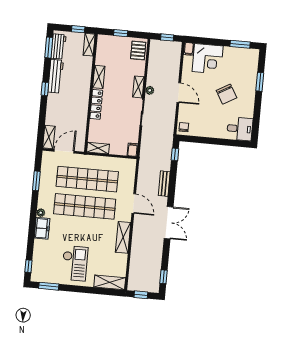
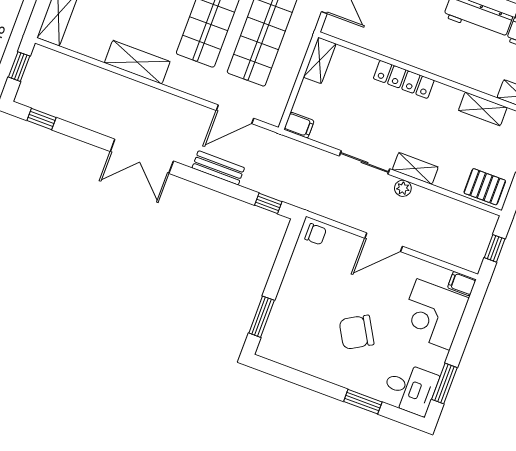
shelving: (99, 77) -> (483, 109), moved
desk: (240, 129) -> (410, 389), moved, turned -90
window: (231, 143) -> (262, 317), added
door: (134, 204) -> (235, 114), moved

